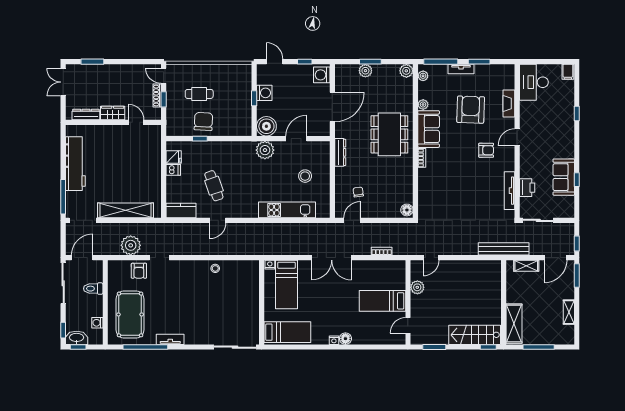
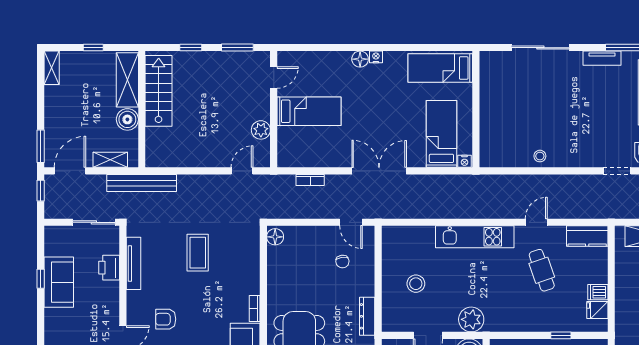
coffee table: (463, 198) -> (198, 253), added
kitchen unit: (287, 210) -> (475, 237), moved
door: (352, 220) -> (351, 222), hinge flipped
boiler: (514, 295) -> (127, 119), added
shelving: (569, 312) -> (52, 68), moved
stairs: (475, 335) -> (159, 91), moved, turned -90
sliding door: (235, 347) -> (540, 48), moved
window: (488, 347) -> (191, 48), moved
window: (539, 347) -> (93, 48), width x0.46

